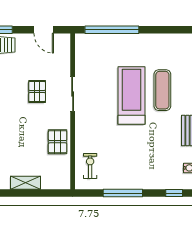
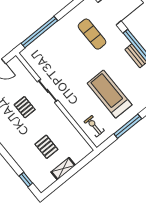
exercise mat: (162, 90) -> (92, 34), moved
treadmill: (132, 95) -> (110, 94), moved
pallet: (58, 142) -> (46, 147), moved

